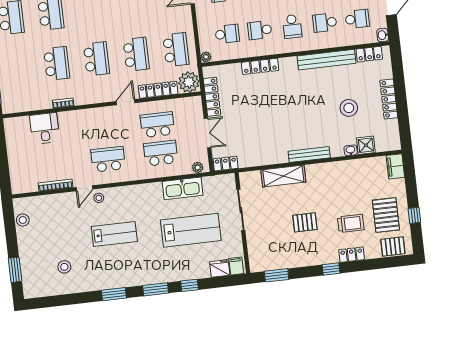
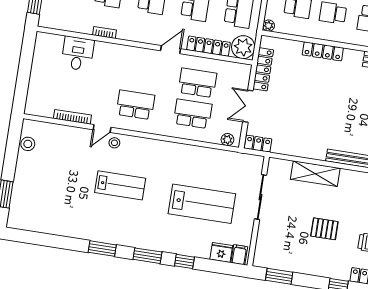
double door: (207, 133) -> (248, 106), swing flipped
kitchen sink: (183, 188) -> (205, 157), removed
stool: (64, 267) -> (58, 205), removed

